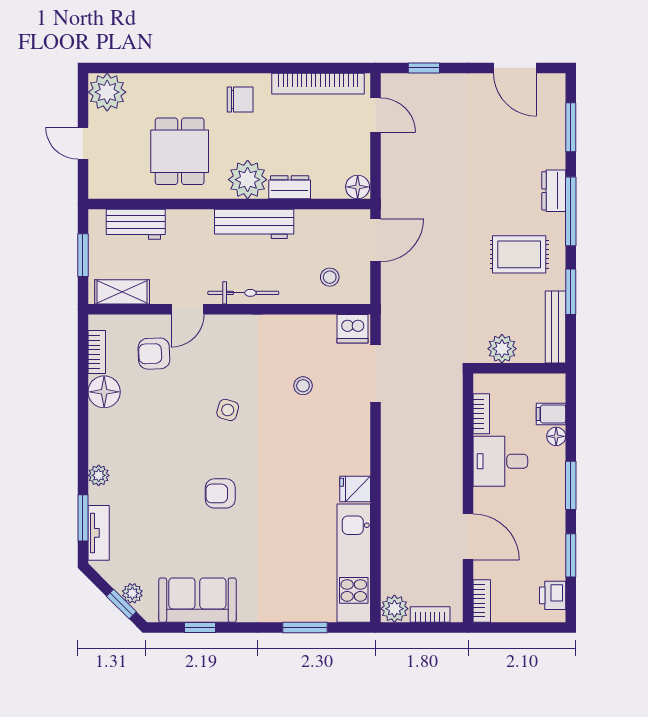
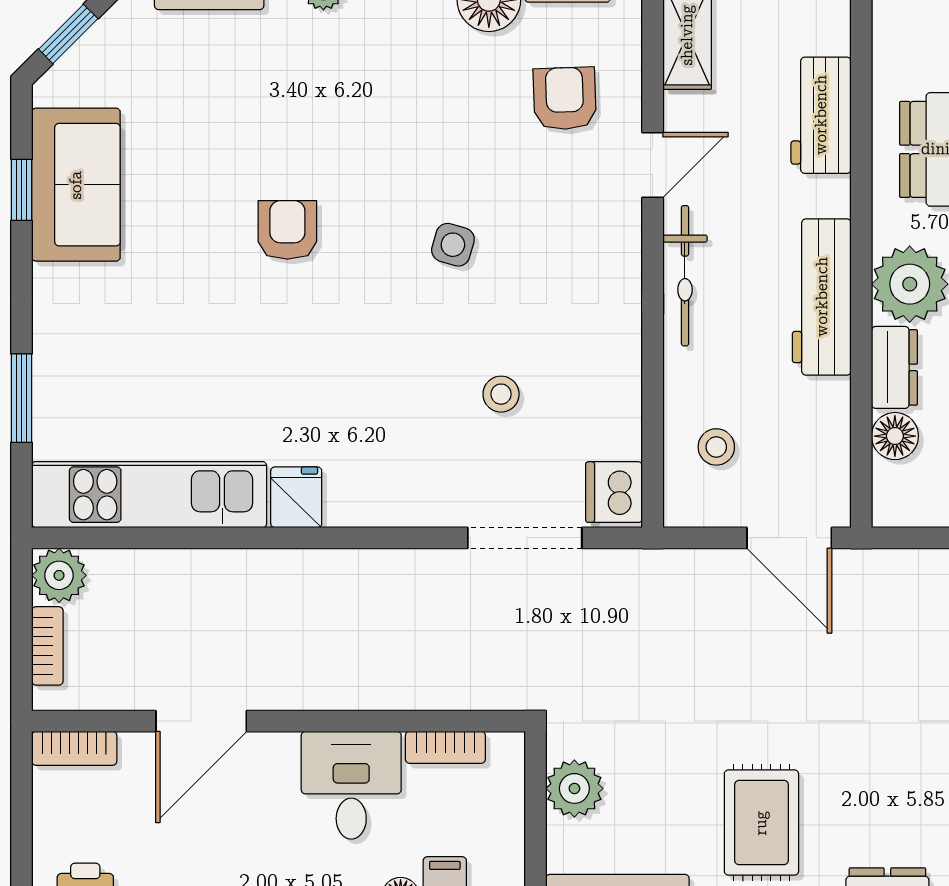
floor lamp: (358, 187) -> (895, 436), moved
workbench: (136, 224) -> (821, 115), moved
door: (187, 309) -> (653, 165), swing flipped
plant: (132, 593) -> (90, 56), removed

